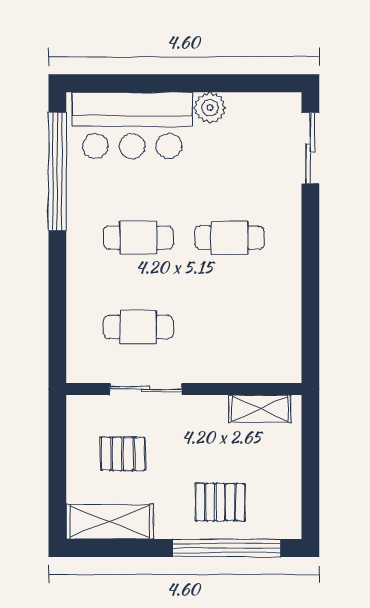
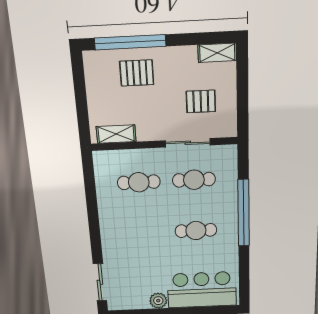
window: (57, 171) -> (244, 213), moved
cafe table: (229, 238) -> (139, 182), moved
shelving: (110, 522) -> (217, 53), width x0.67, depth x0.75

